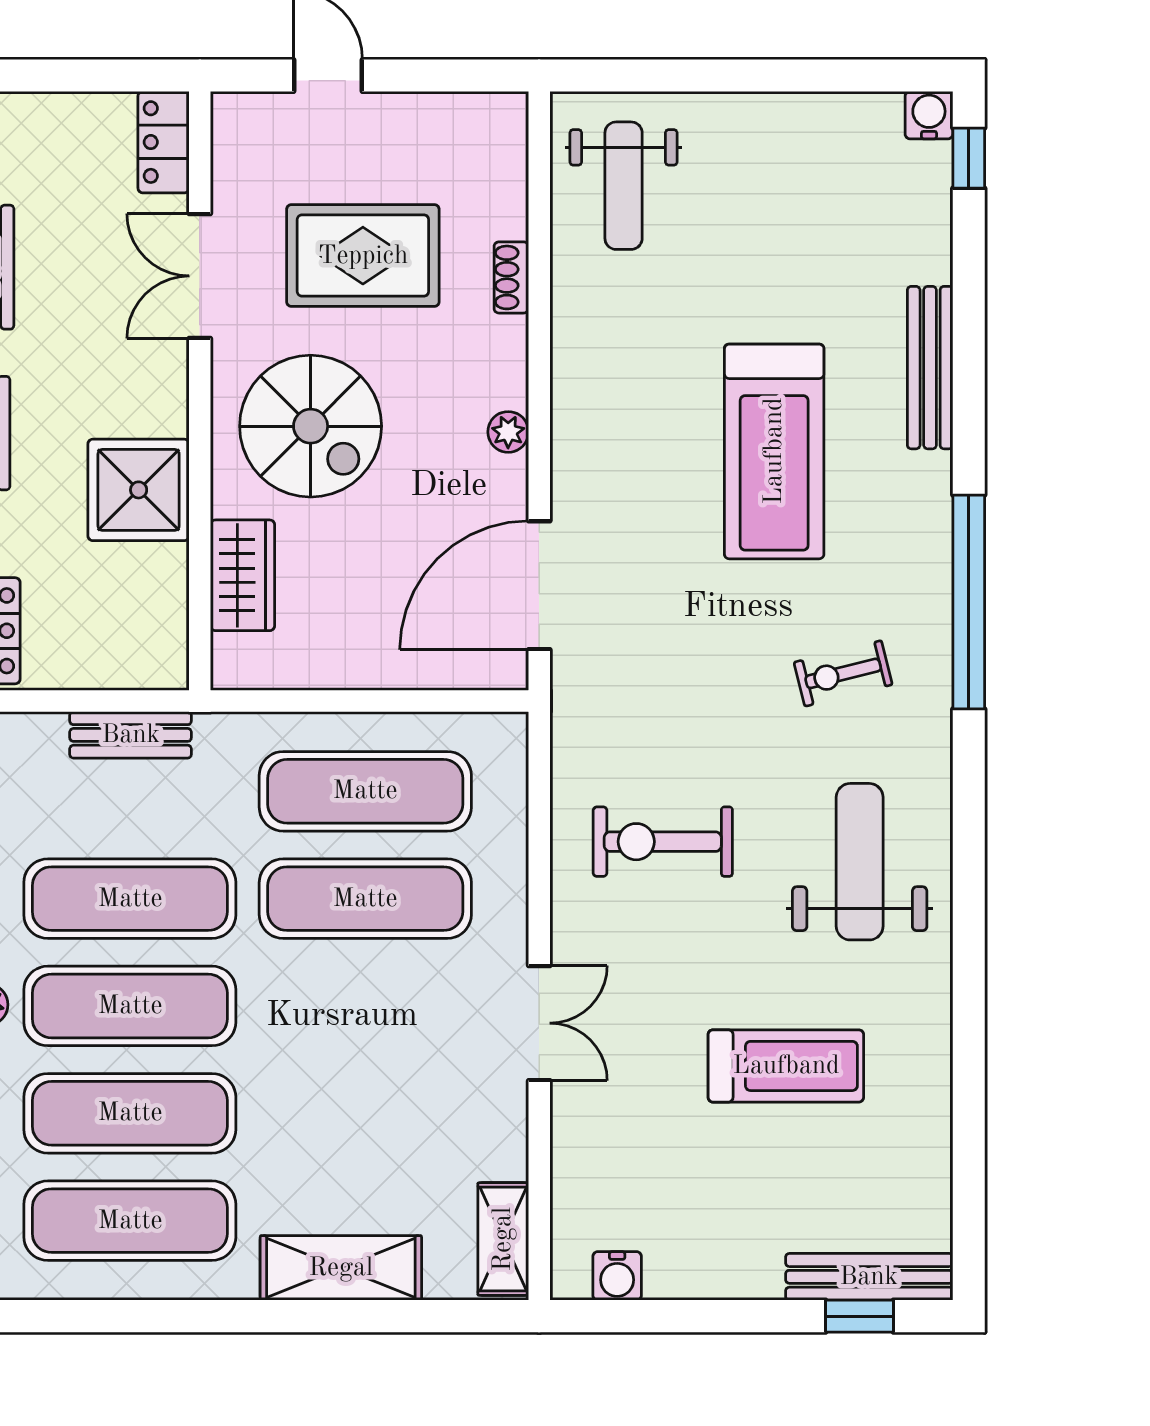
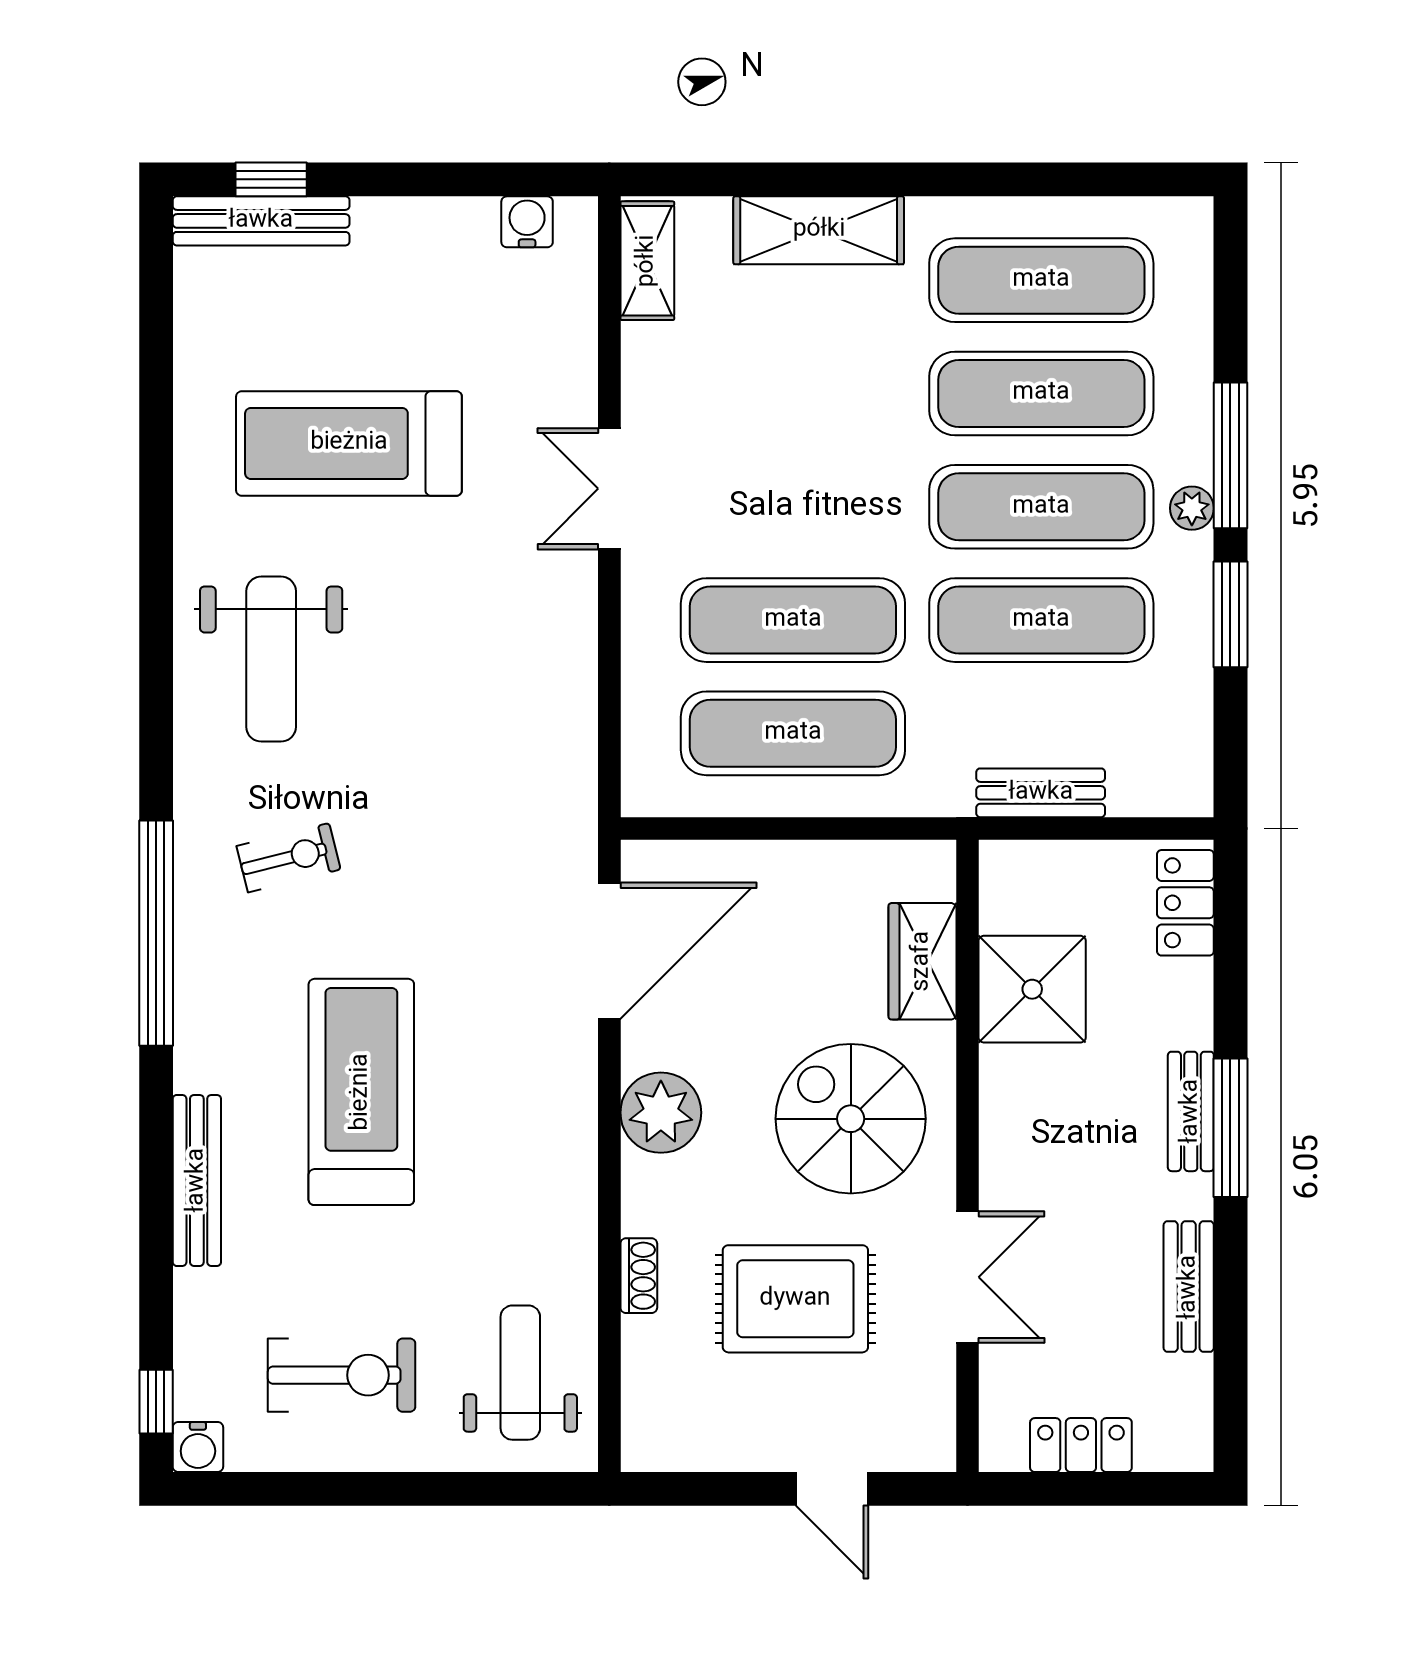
locker: (164, 142) -> (1081, 1445), moved, turned -90
plant: (508, 432) -> (661, 1113), width x1.88, depth x1.88
shower: (139, 490) -> (1032, 989), moved
exercise bike: (663, 842) -> (342, 1375), moved
treadmill: (786, 1066) -> (349, 443), width x1.37, depth x1.38

